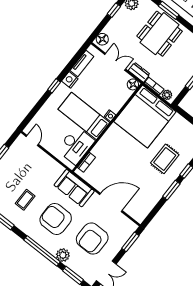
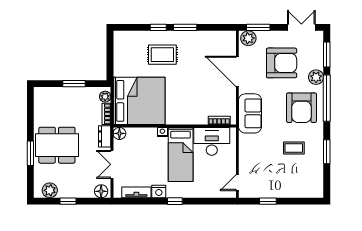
armchair: (56, 219) -> (301, 108), moved
plant: (128, 229) -> (248, 38), added

